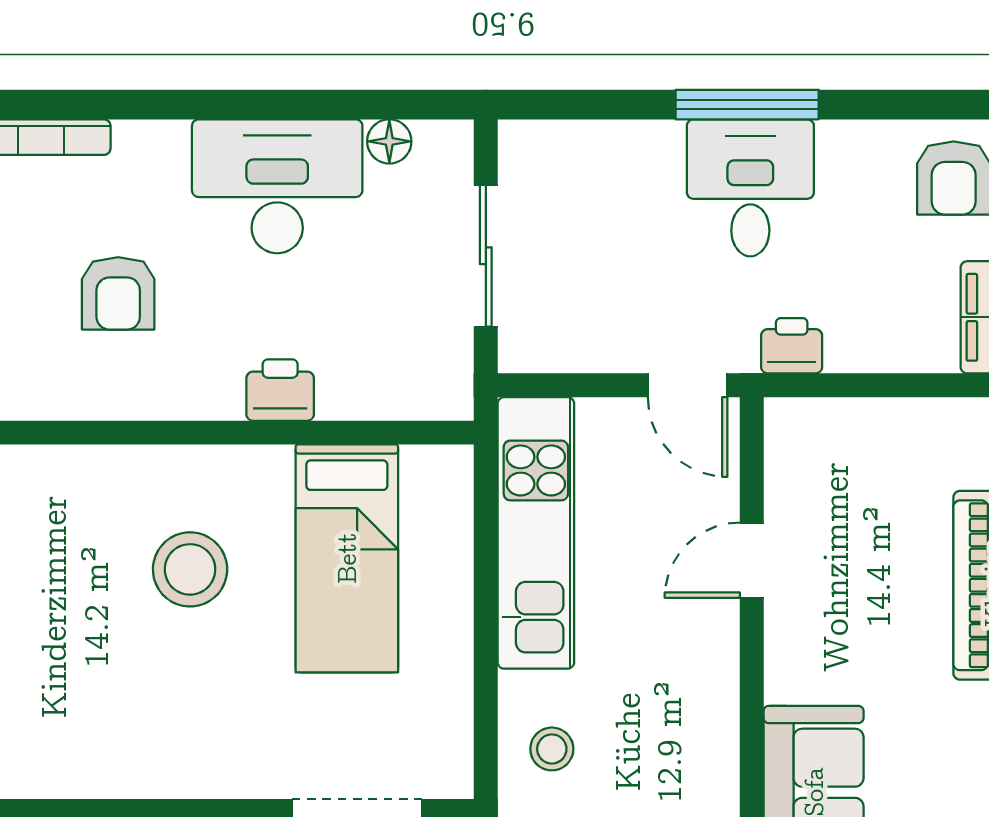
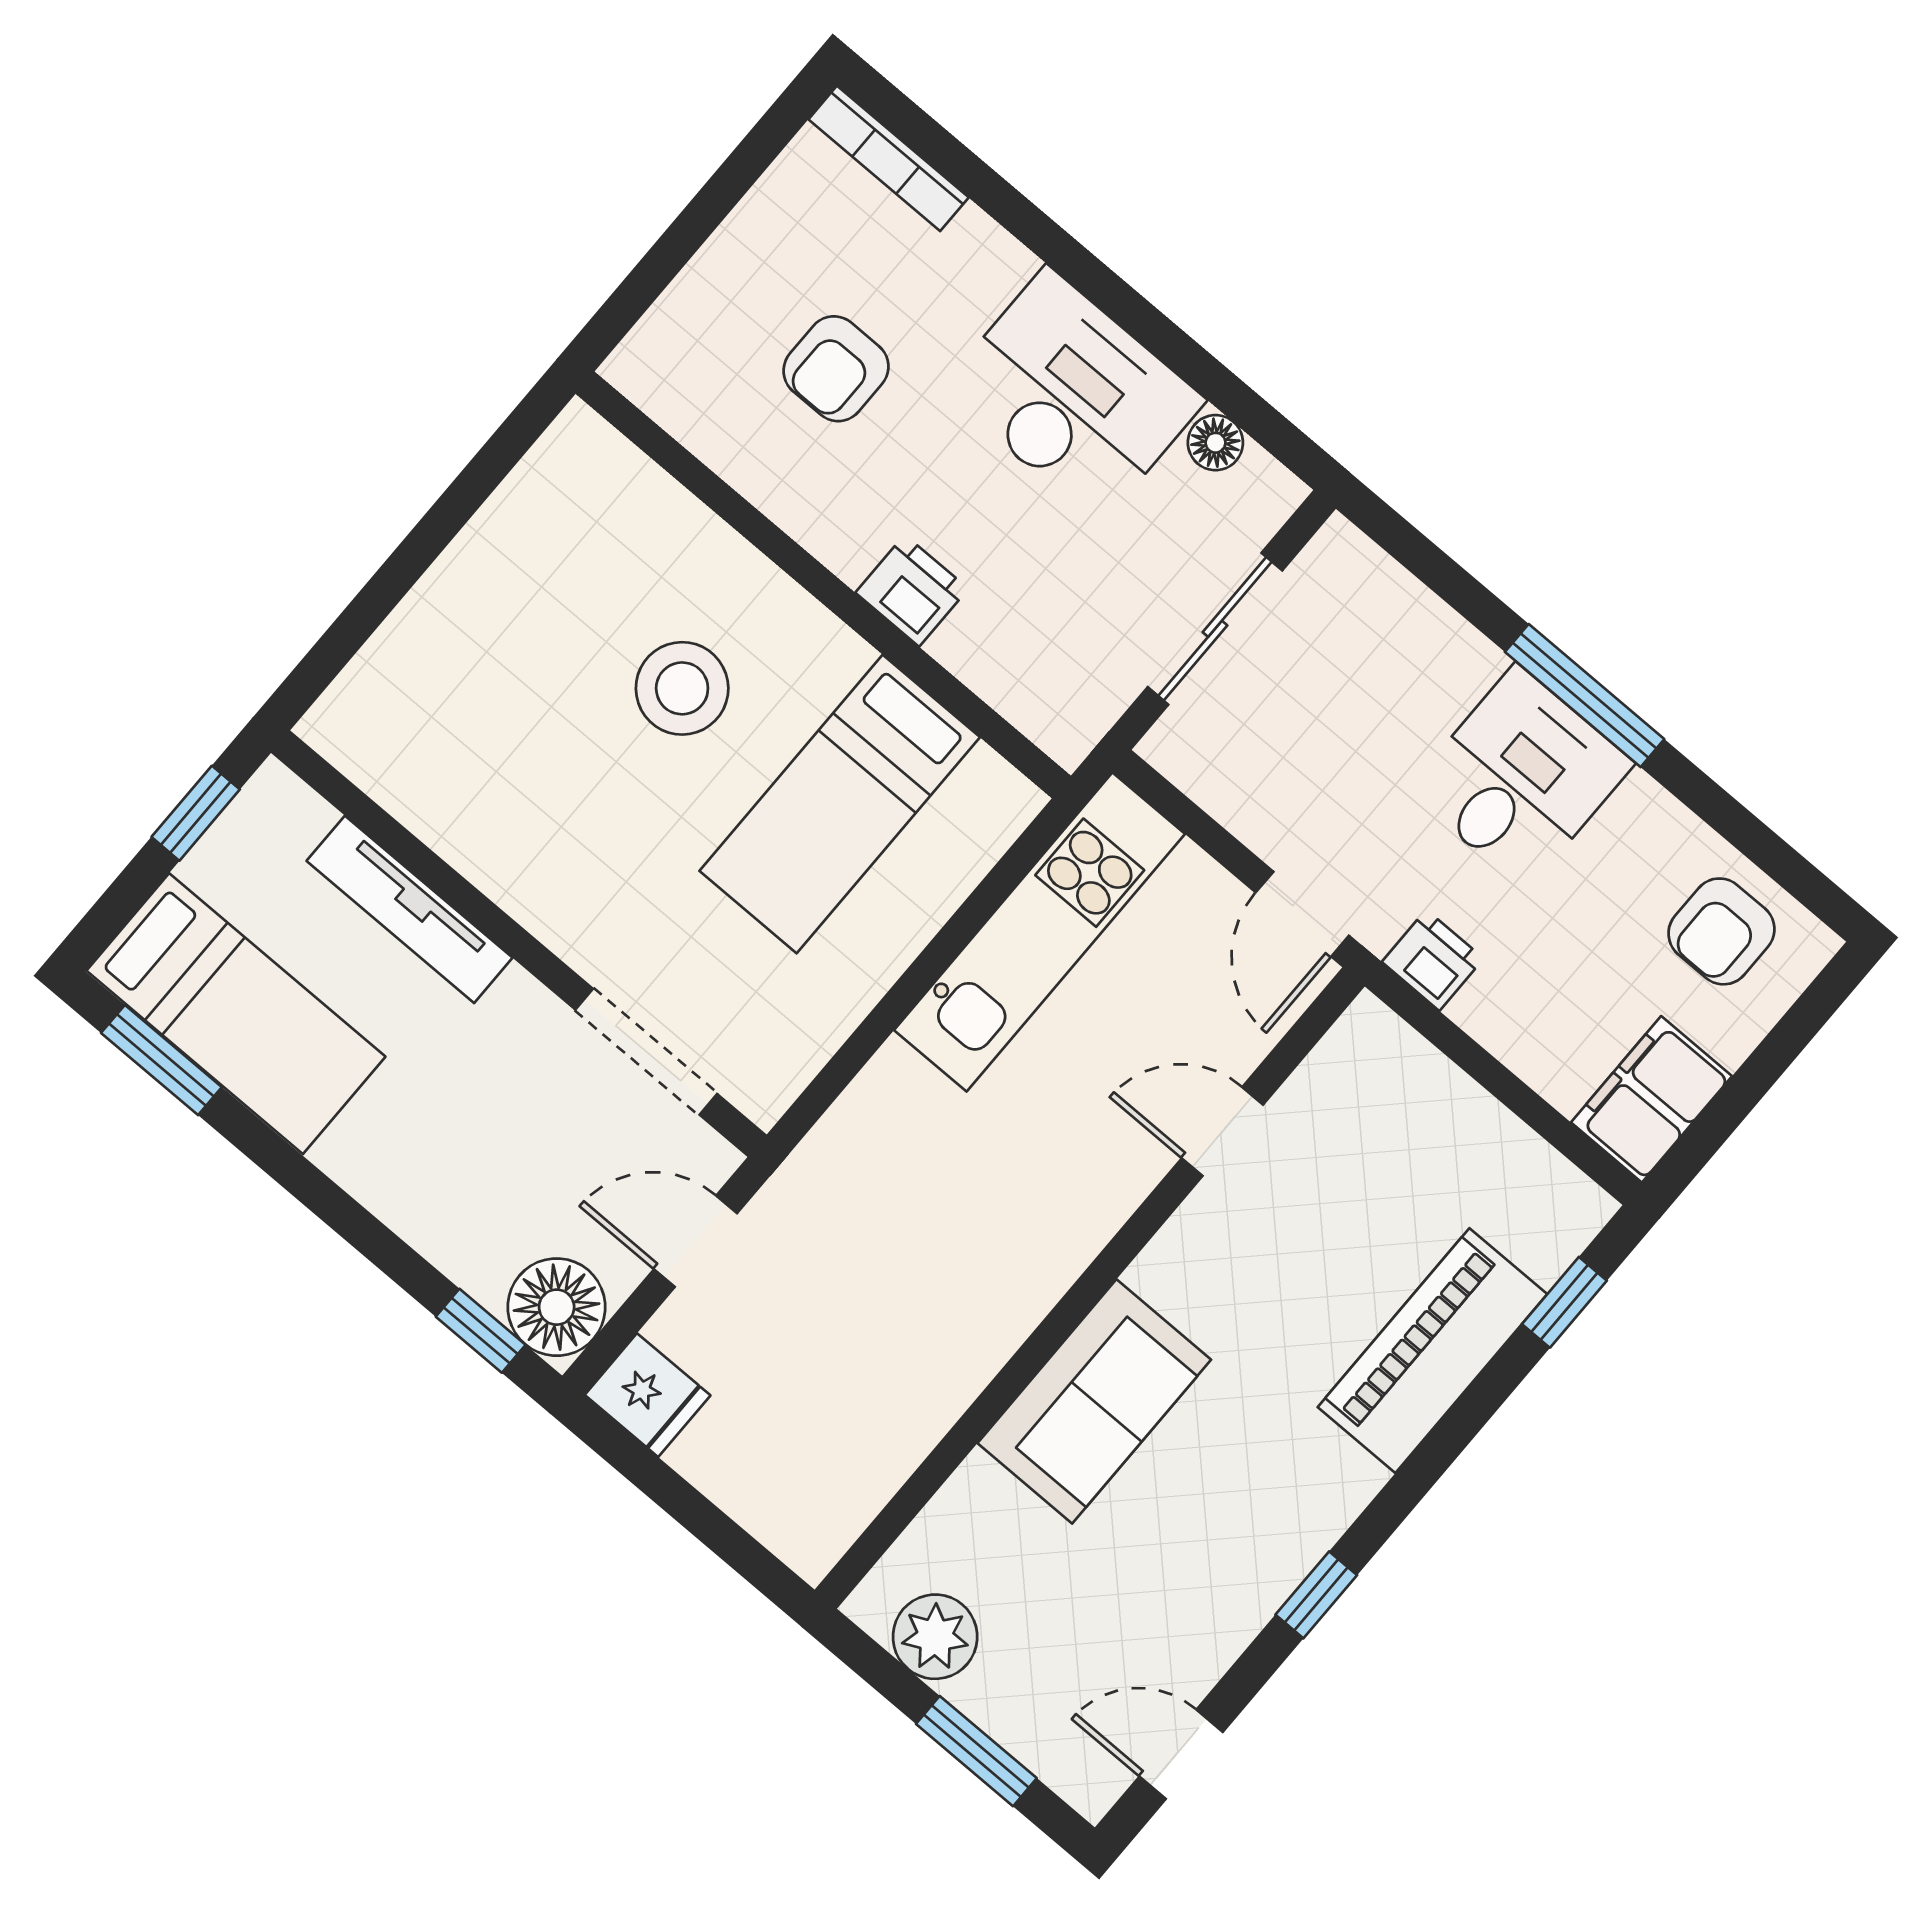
stool: (552, 749) -> (881, 1150), removed

